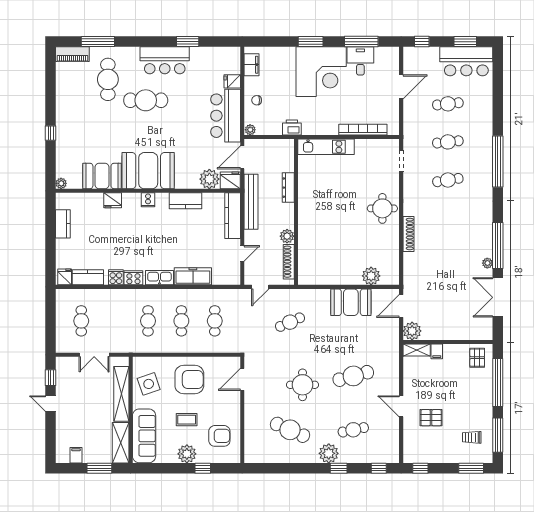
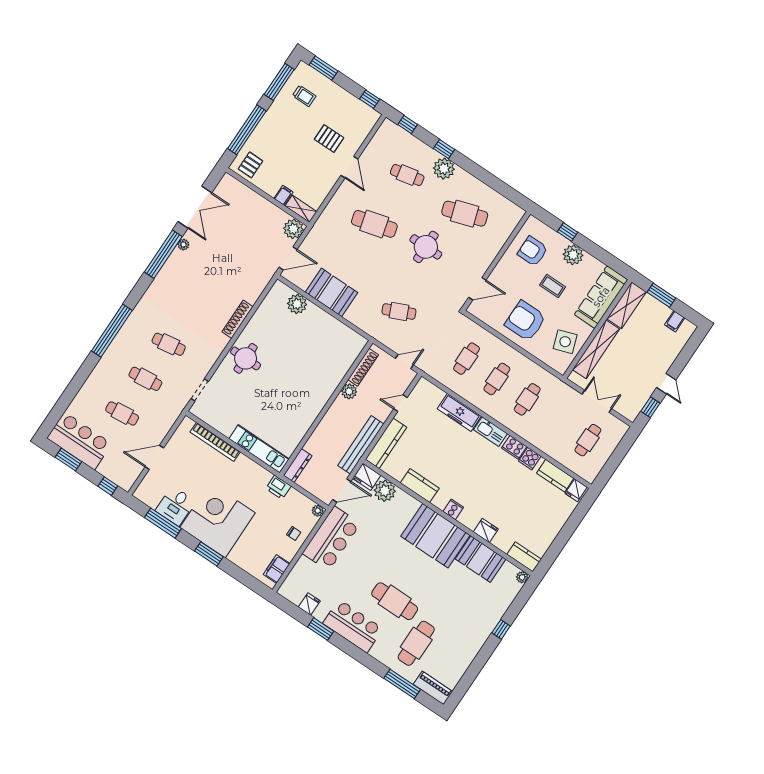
fridge: (232, 81) -> (309, 604), moved, turned -90
dresser: (288, 188) -> (298, 466), moved
kitchen counter: (63, 224) -> (524, 557), moved, turned 90
cafe table: (290, 430) -> (465, 214), turned -42

